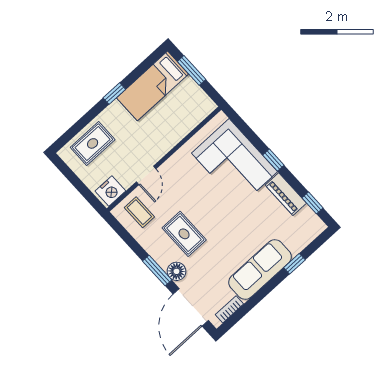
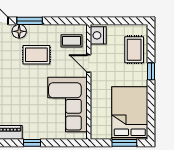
bed: (152, 86) -> (130, 113), width x1.50
window: (114, 94) -> (151, 71), moved
corner sofa: (235, 162) -> (67, 105), moved, turned -90

